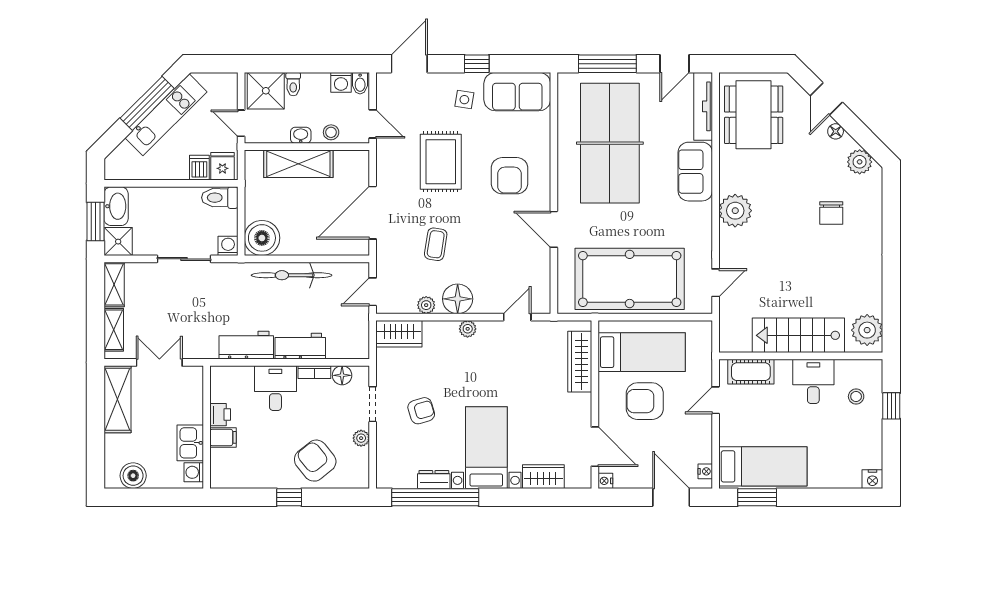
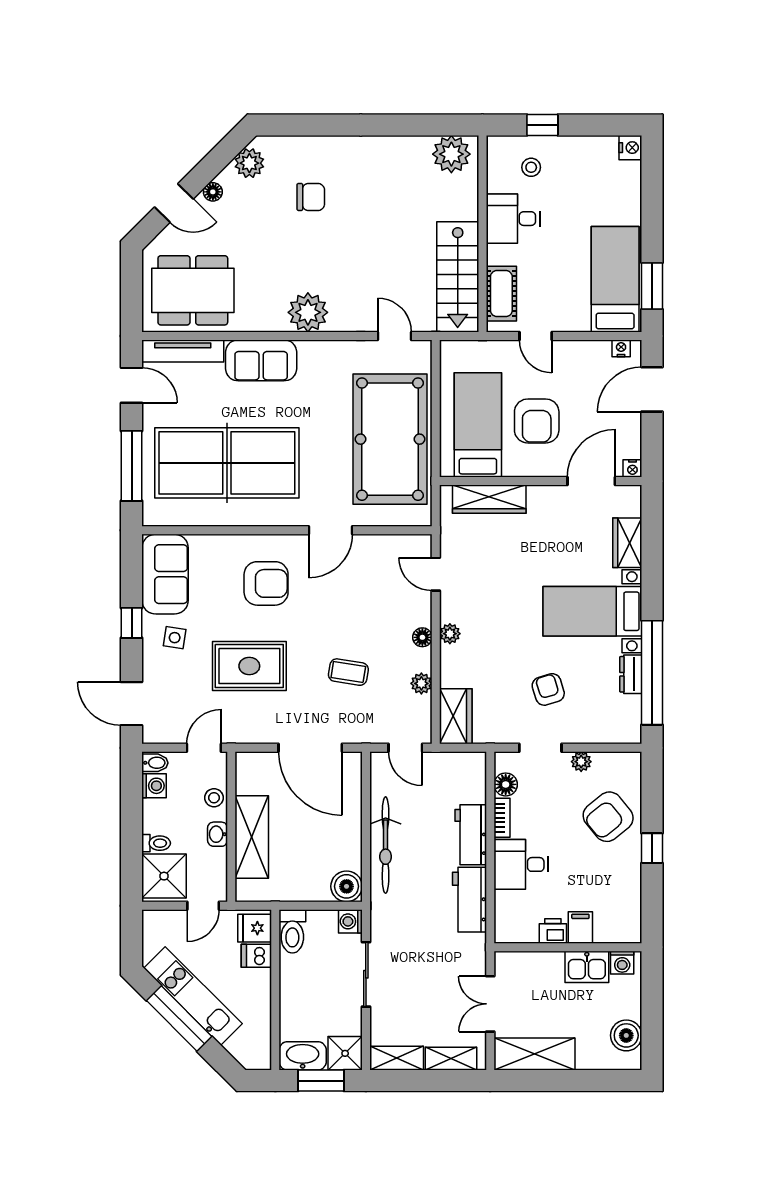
boiler: (262, 238) -> (347, 886), width x0.73, depth x0.73
floor lamp: (458, 299) -> (422, 637), width x0.53, depth x0.53
stairs: (798, 335) -> (458, 277), moved

